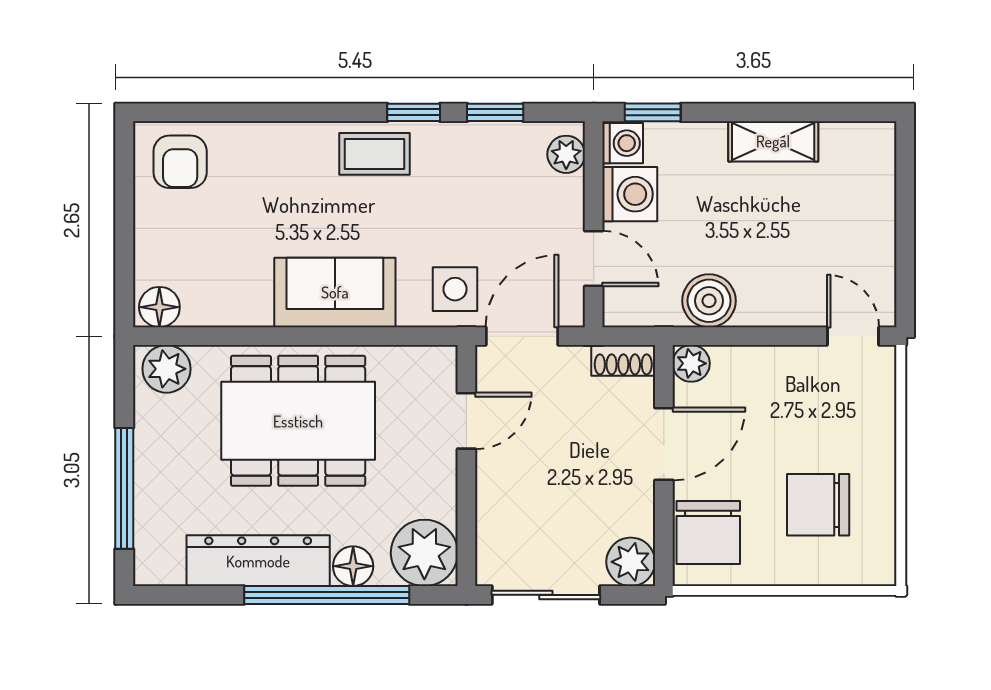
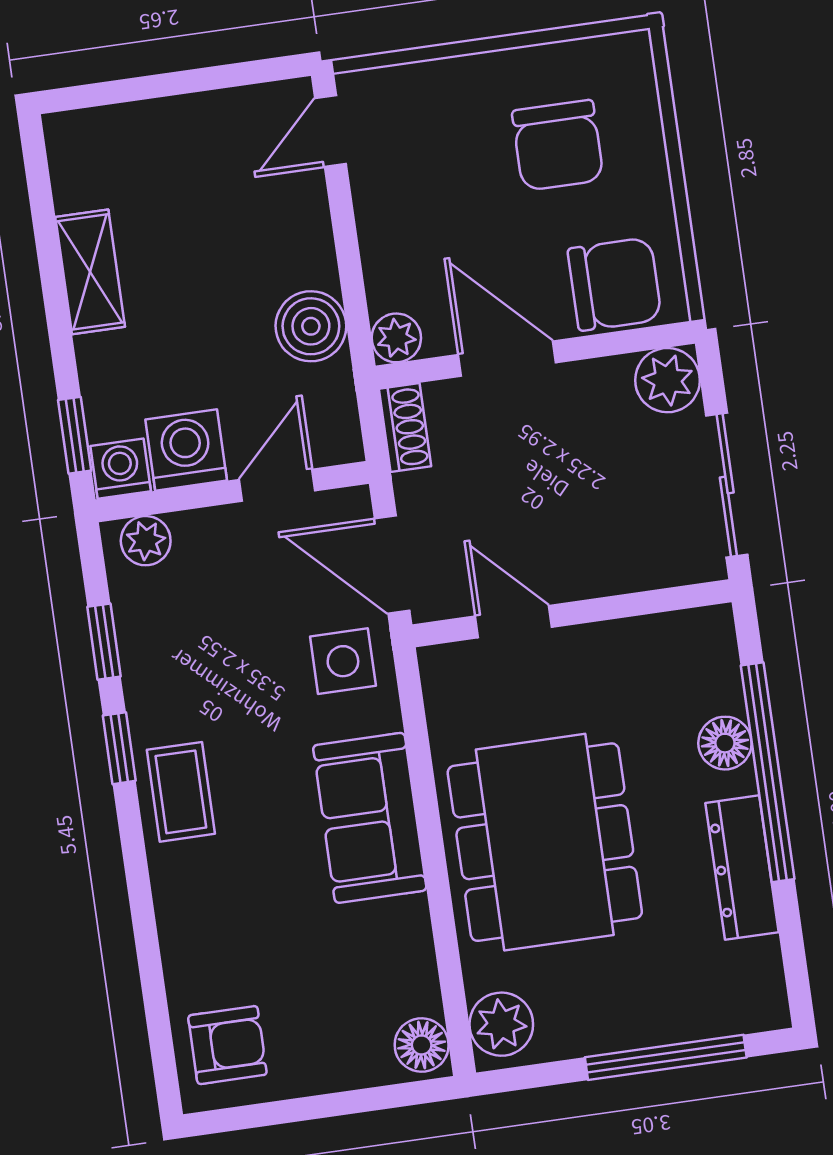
plant: (424, 553) -> (694, 652), removed
dresser: (258, 561) -> (742, 868), width x0.73, depth x0.80

